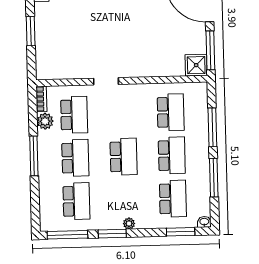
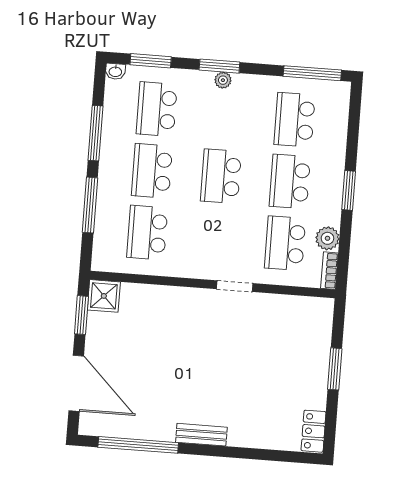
window: (210, 50) -> (81, 315), width x0.69
window: (34, 156) -> (349, 190), width x0.69
window: (112, 234) -> (219, 66), moved

